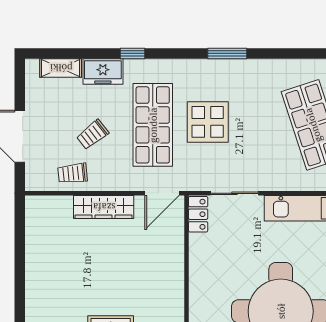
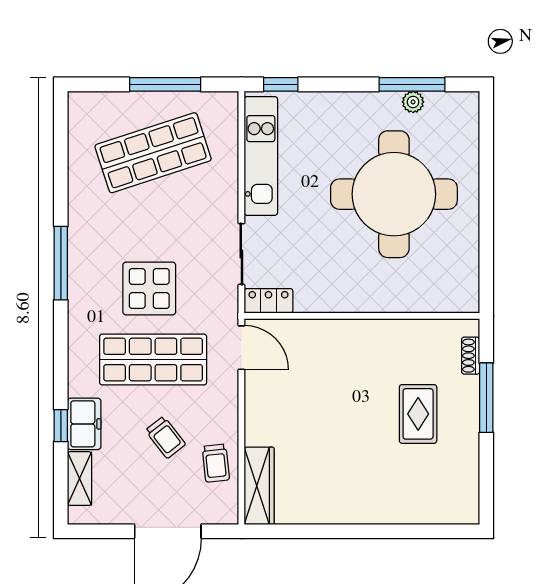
window: (133, 53) -> (61, 426), moved
window: (227, 53) -> (61, 263), width x1.44
wardrobe: (104, 207) -> (259, 486), moved

